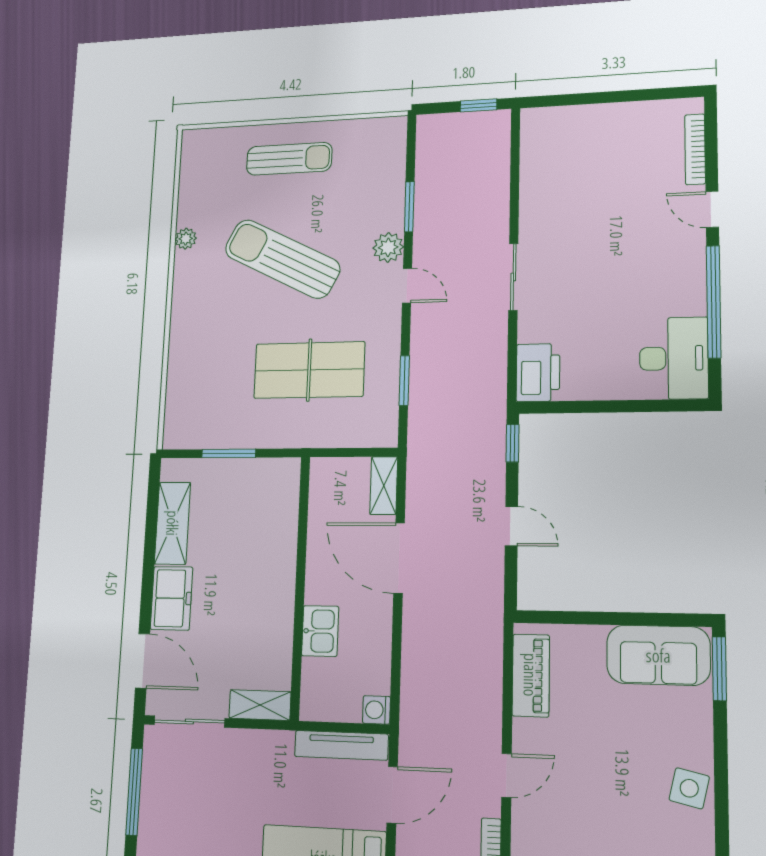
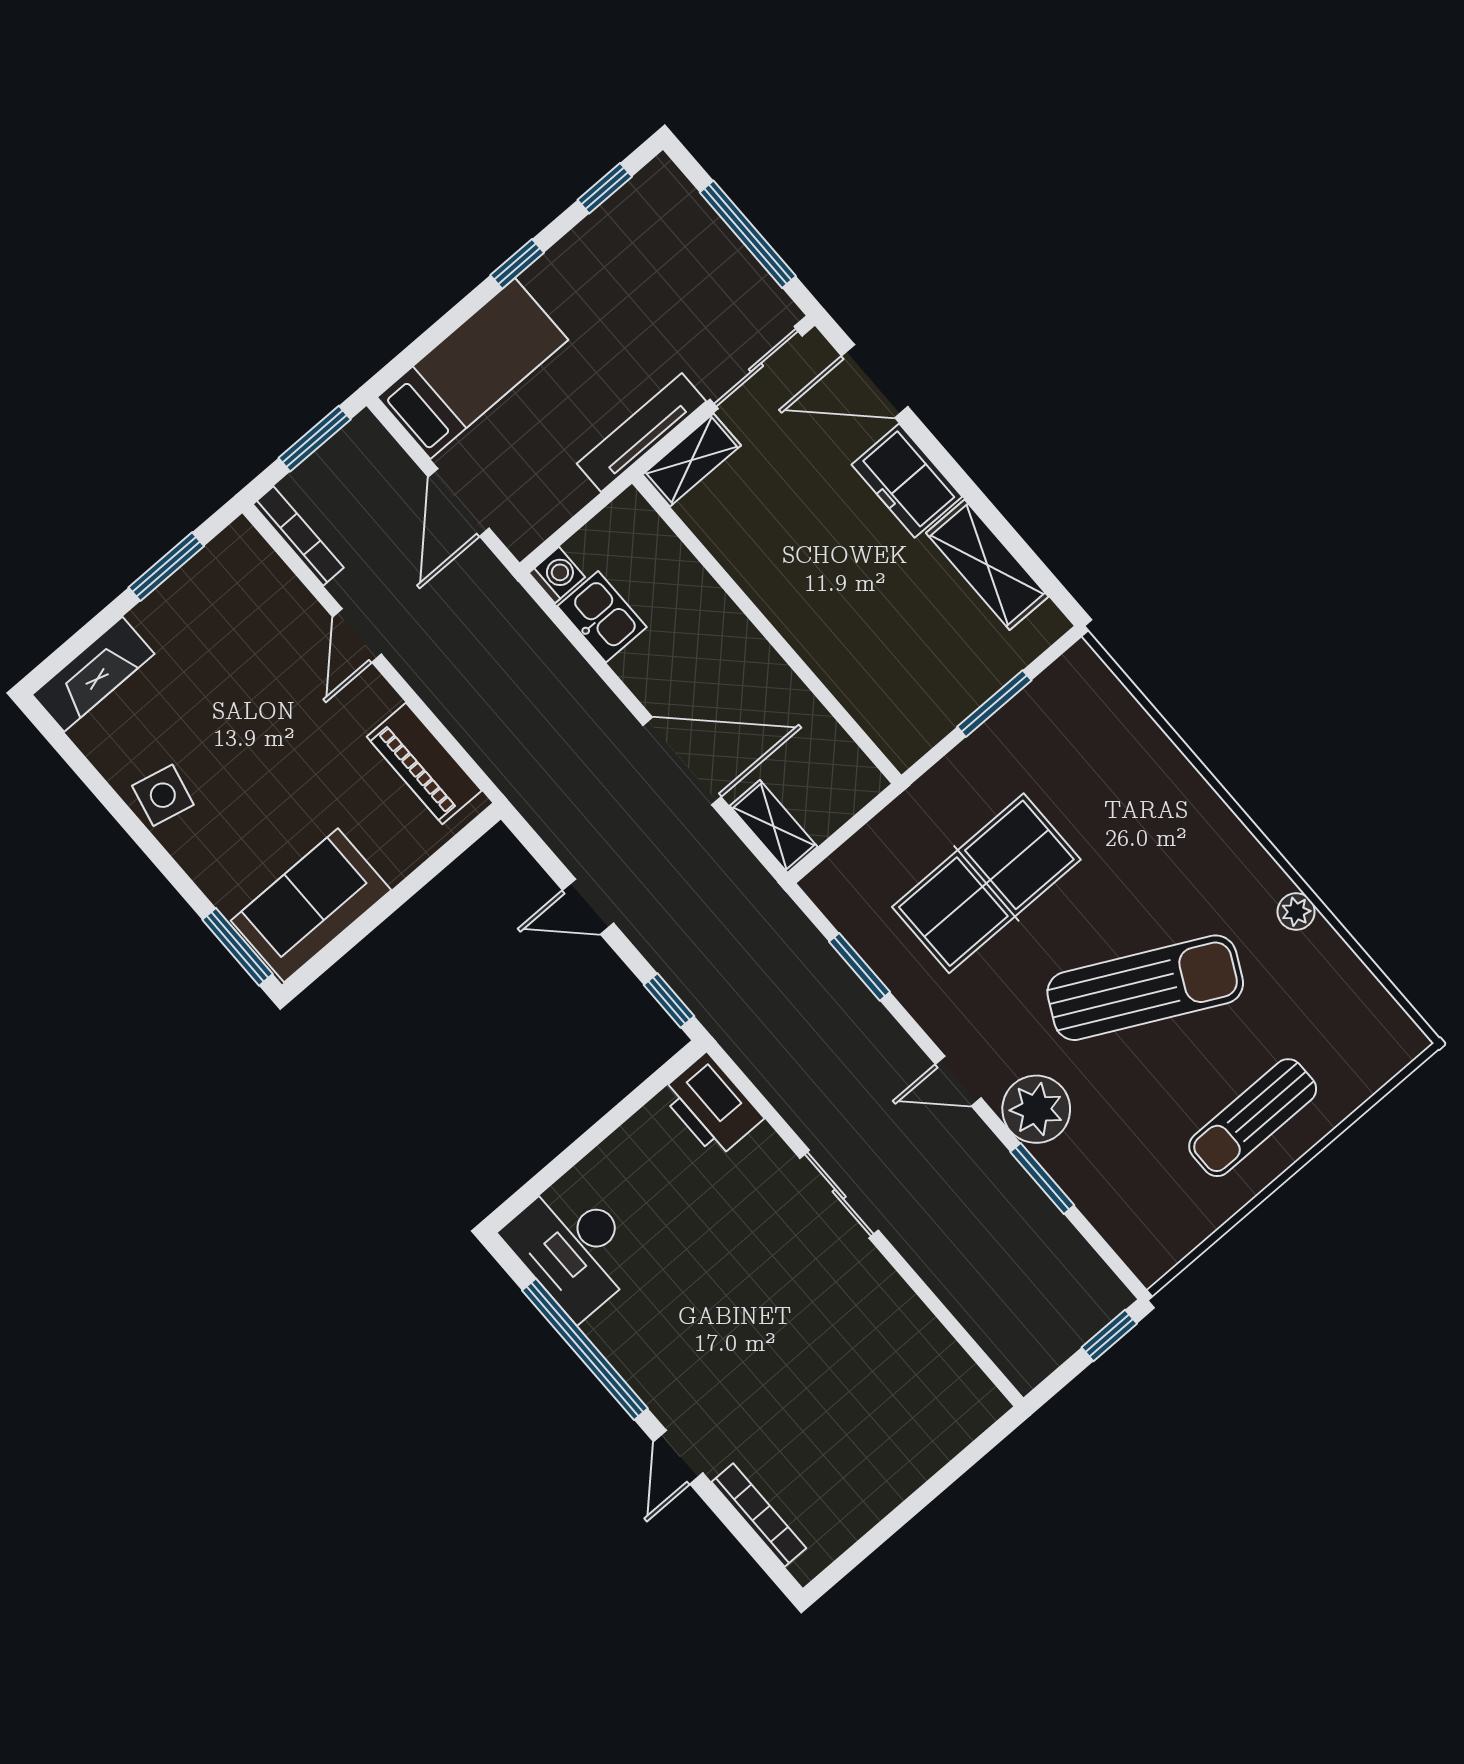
window: (478, 105) -> (1109, 1336), moved
door: (712, 209) -> (678, 1457), swing flipped
plant: (388, 247) -> (1036, 1109), width x1.36, depth x1.36
kitchen sink: (320, 631) -> (602, 617), moved, turned 180
tv unit: (341, 745) -> (641, 433), moved

